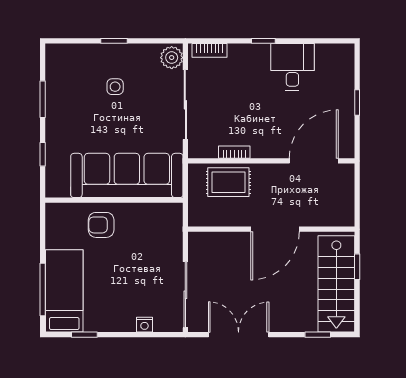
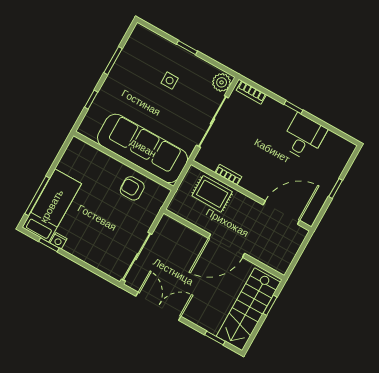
armchair: (101, 225) -> (132, 188), moved
nightstand: (144, 325) -> (58, 241), moved

